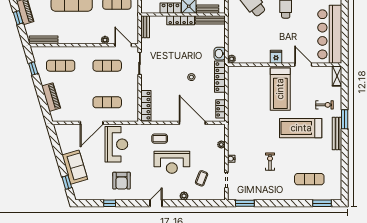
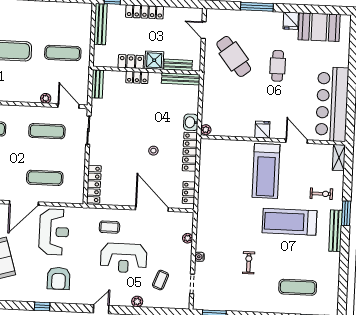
locker: (181, 20) -> (137, 77), width x0.66

